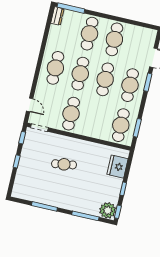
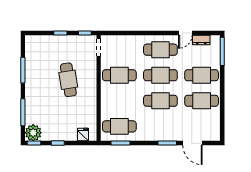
dresser: (57, 16) -> (201, 40), moved
cafe table: (130, 85) -> (160, 126), removed
door: (30, 105) -> (185, 33), moved
cafe table: (64, 164) -> (68, 80), width x1.37, depth x1.35
fridge: (117, 167) -> (83, 135), width x0.53, depth x0.75

